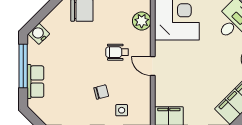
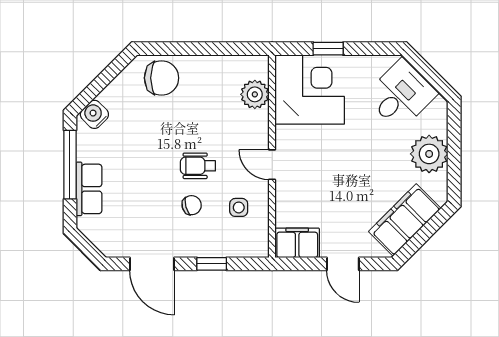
wheelchair: (117, 52) -> (198, 166), moved
side table: (122, 110) -> (239, 207), moved

